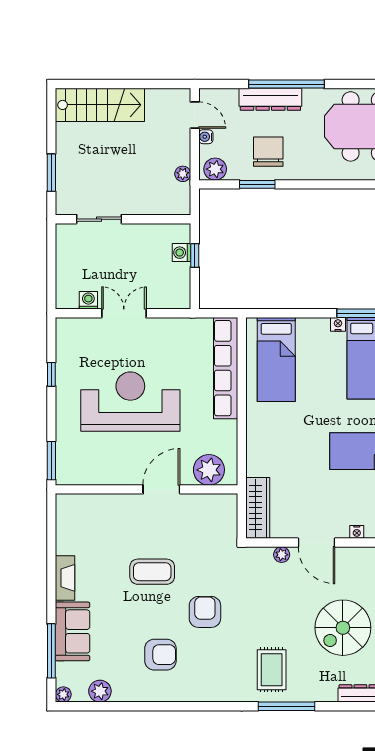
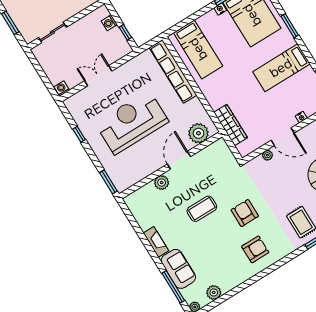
window: (195, 255) -> (125, 32), moved
washing machine: (88, 300) -> (62, 89), moved
plant: (121, 505) -> (162, 183), added
wardrobe: (258, 508) -> (231, 125), moved
armchair: (160, 655) -> (255, 249), moved

